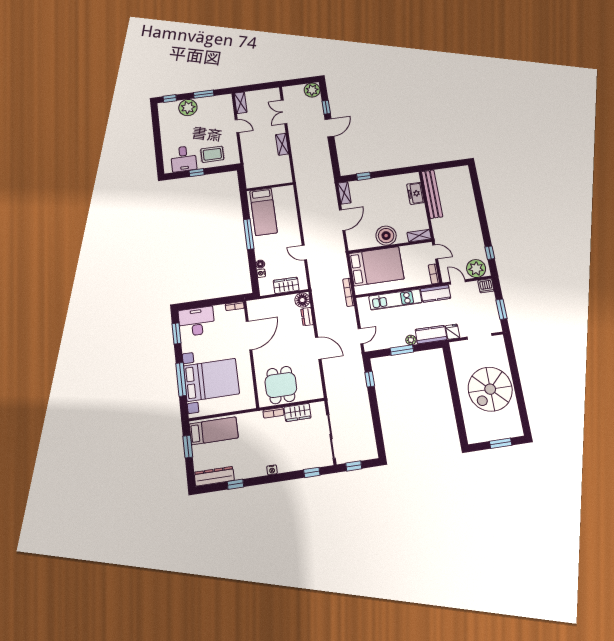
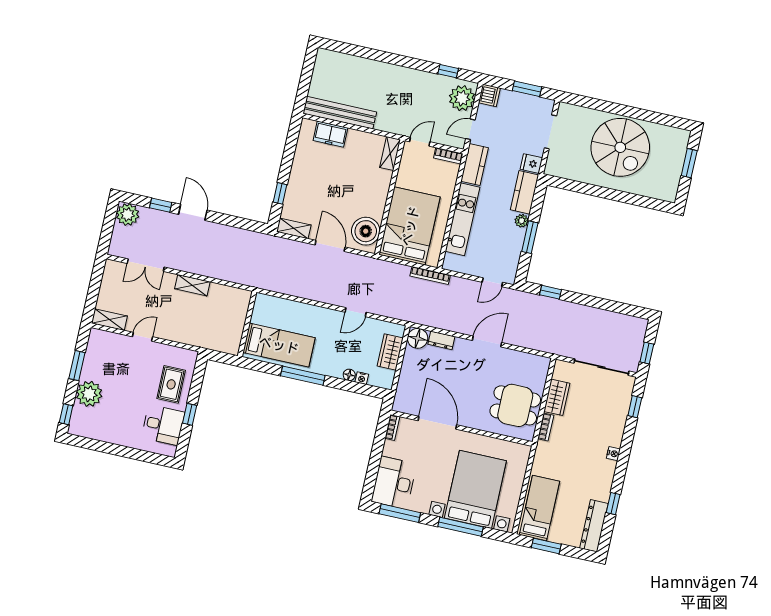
boiler: (386, 236) -> (366, 231), moved
window: (177, 333) -> (400, 513), width x1.44
door: (361, 336) -> (492, 282), swing flipped

